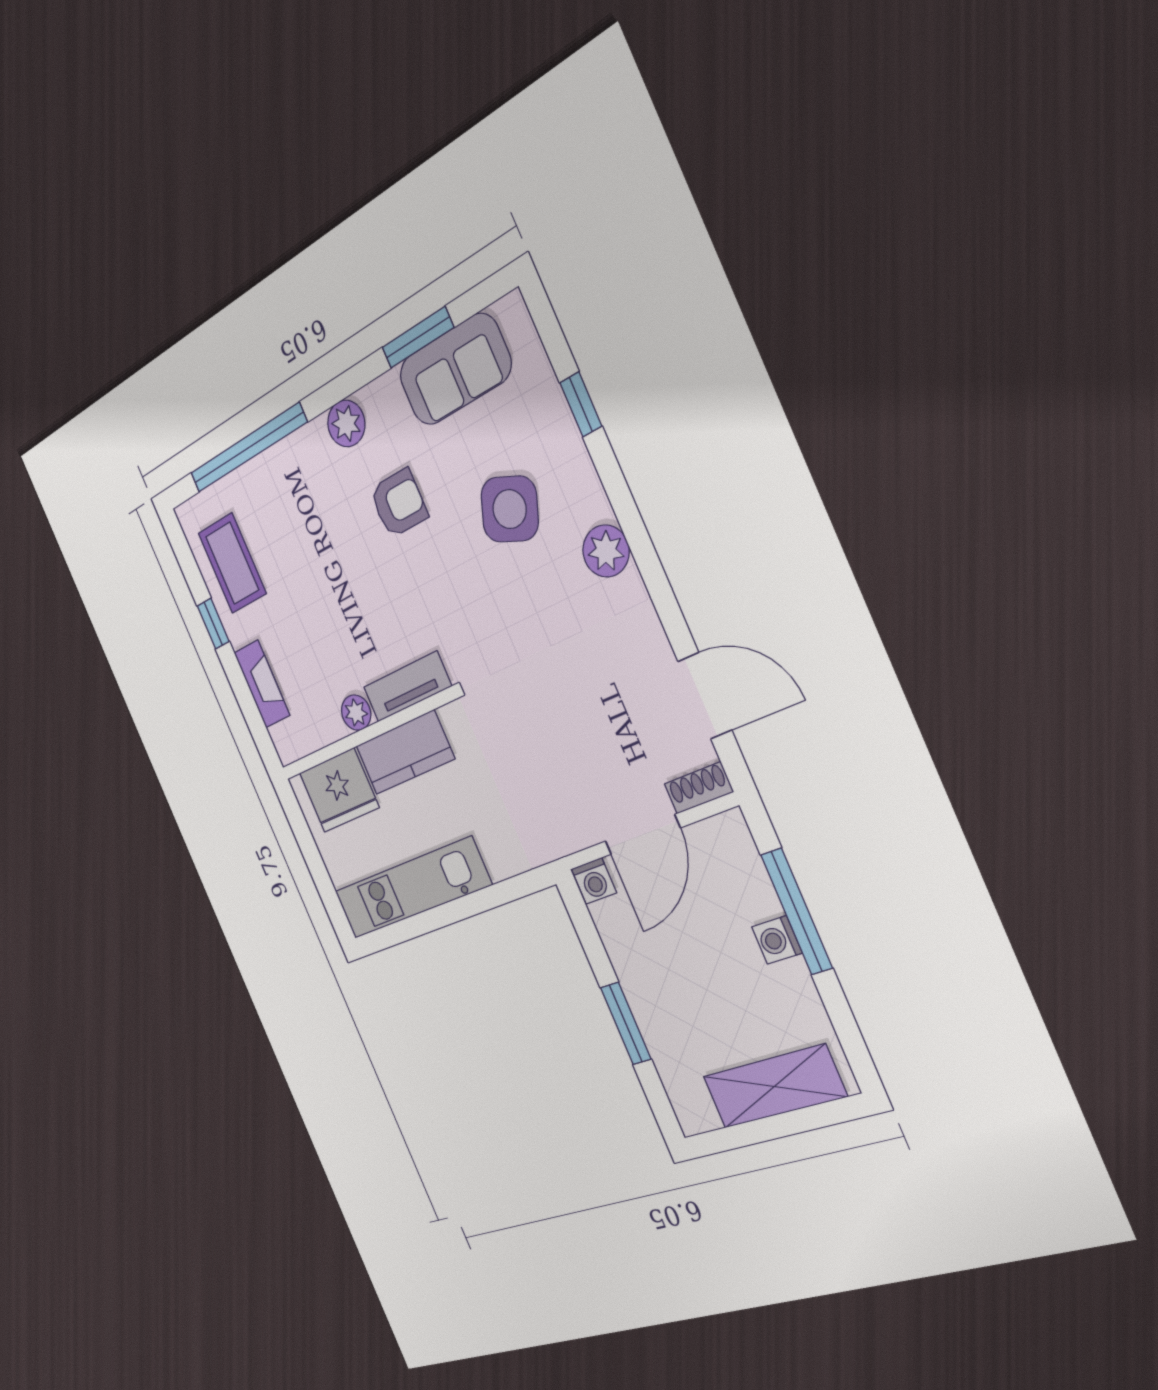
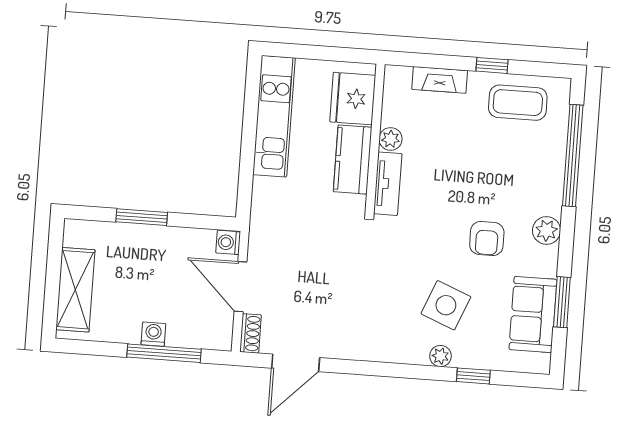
plant: (606, 551) -> (441, 356), moved, width x0.73, depth x0.73

